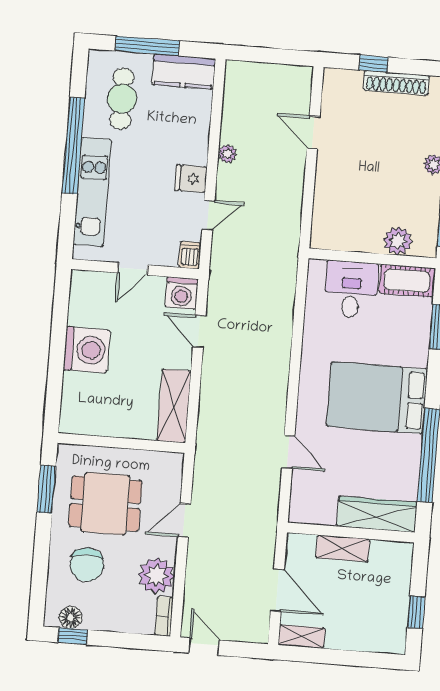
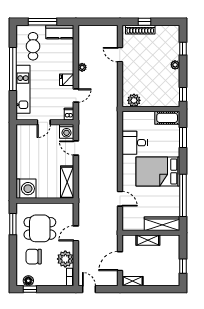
shoe rack: (396, 83) -> (140, 30), moved
plant: (398, 241) -> (134, 100), moved
desk: (351, 289) -> (135, 143), moved, turned -90
washing machine: (87, 350) -> (26, 189), moved
chair: (87, 565) -> (34, 257), turned 90
door: (277, 590) -> (120, 261), swing flipped

